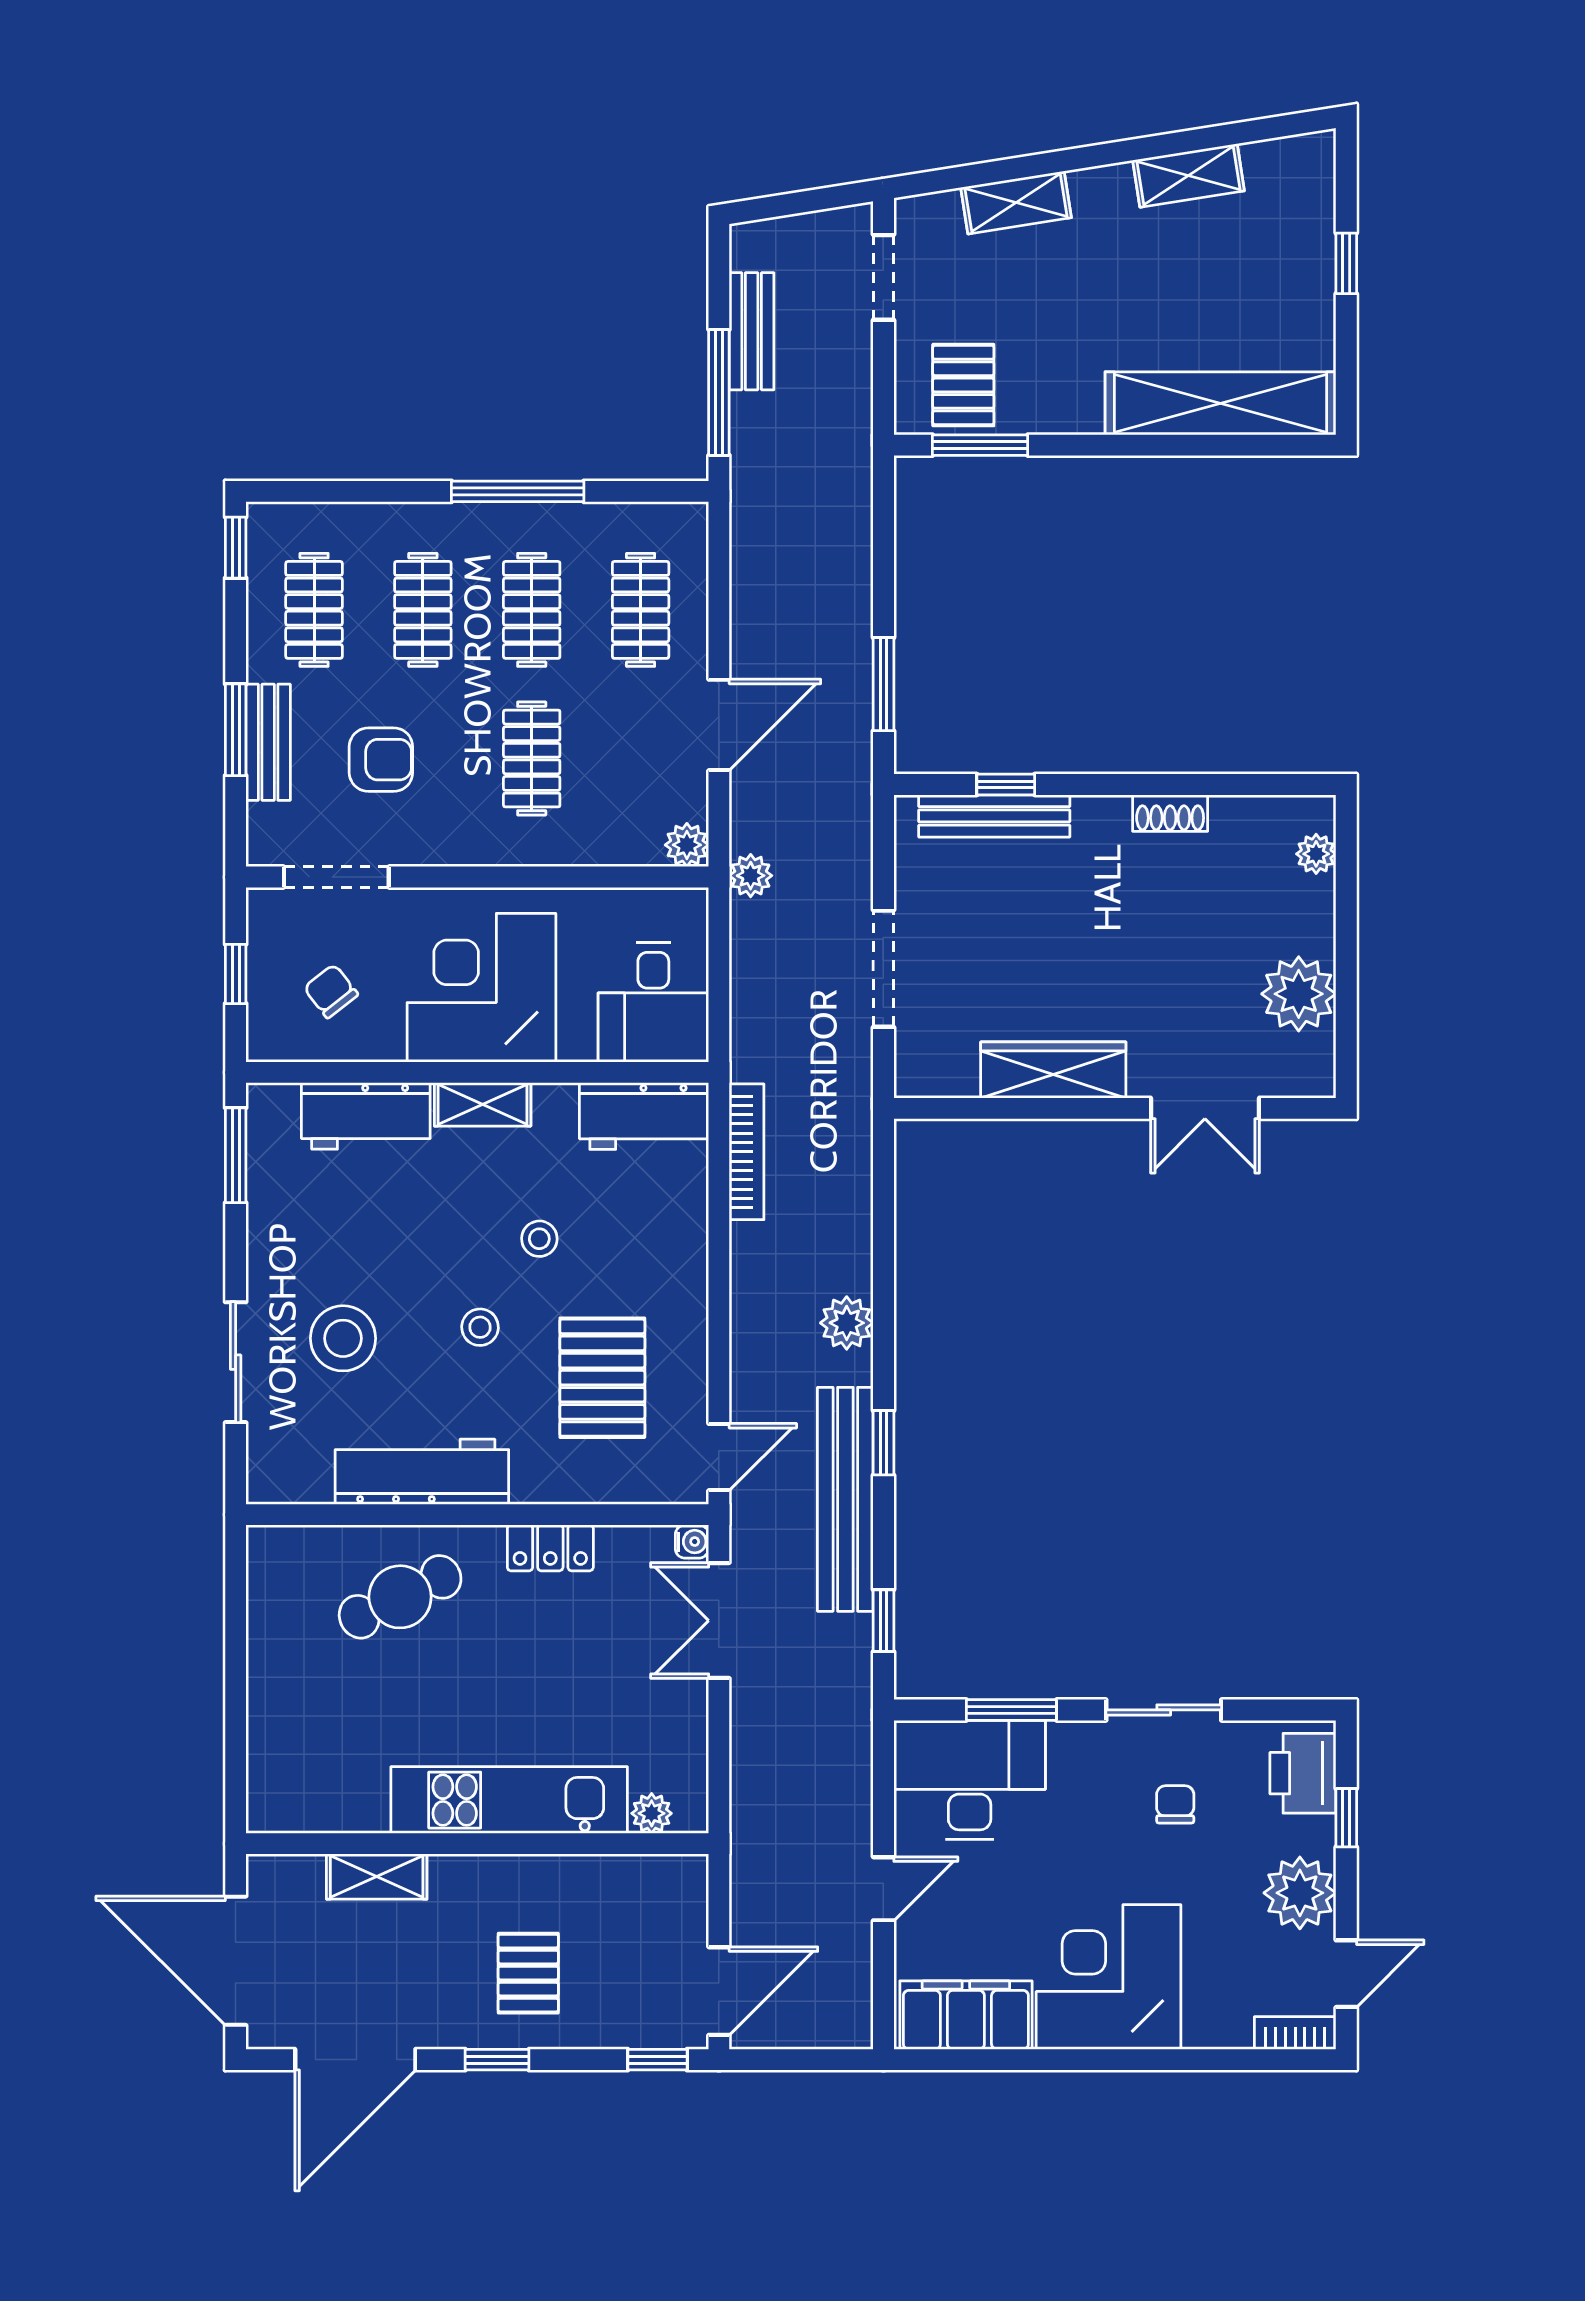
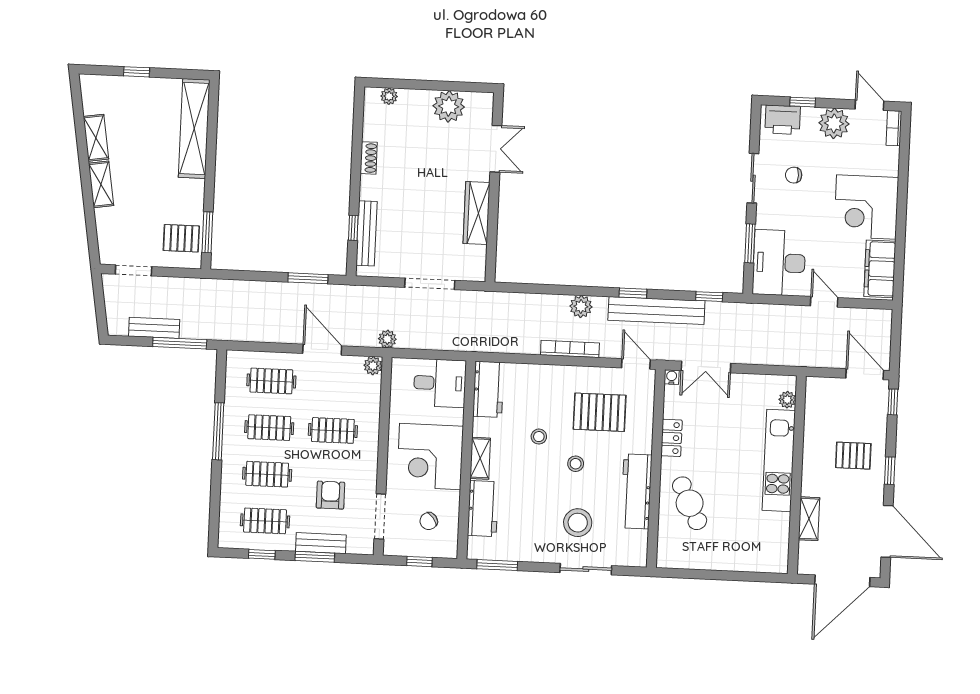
shelving: (1016, 203) -> (101, 184), moved
window: (236, 548) -> (262, 554), moved
bookcase: (747, 1152) -> (570, 349), moved

